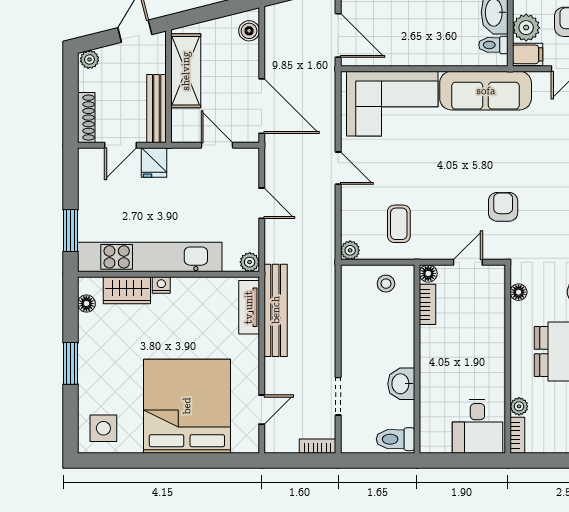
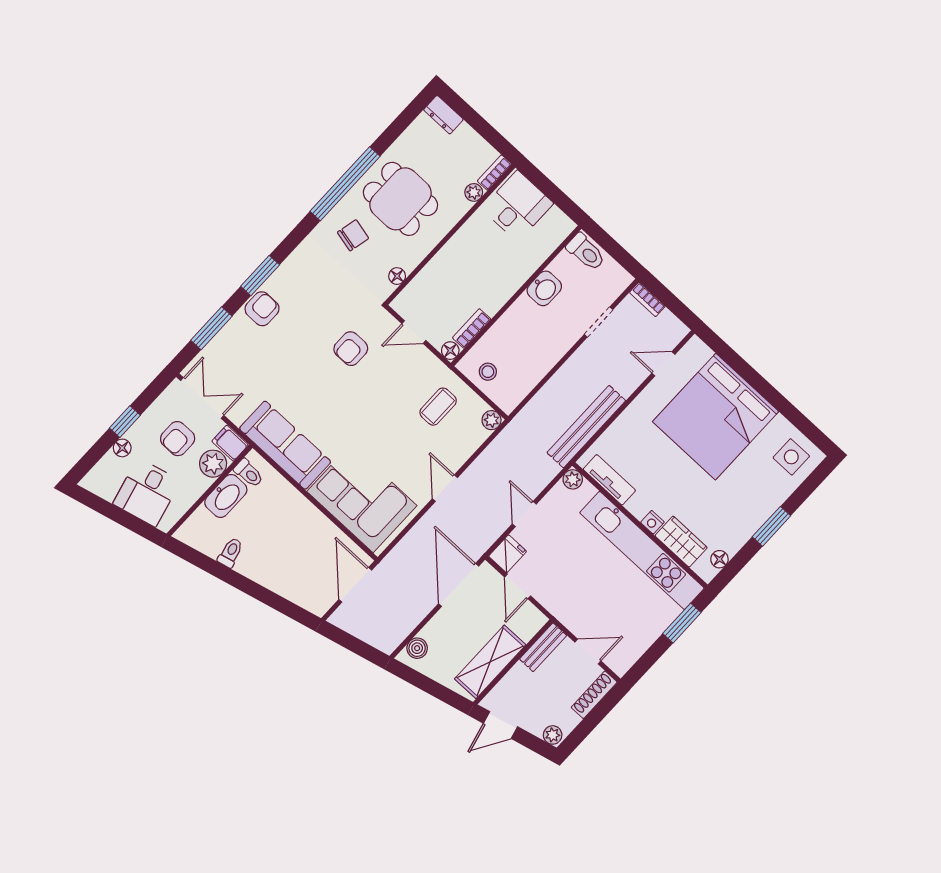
bench: (157, 109) -> (543, 647), width x0.73
fridge: (154, 163) -> (508, 554), moved
tv unit: (249, 307) -> (609, 480), moved, turned -90

